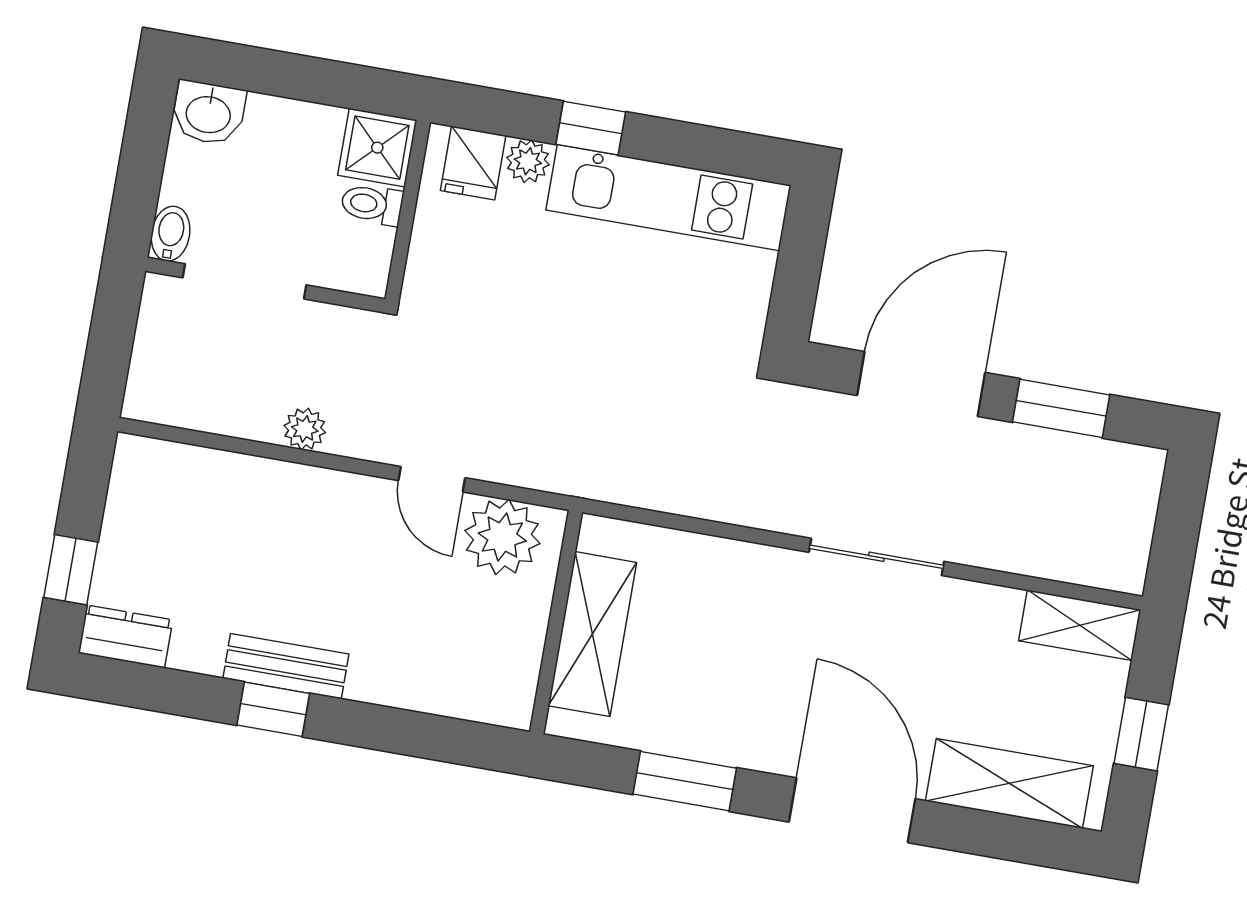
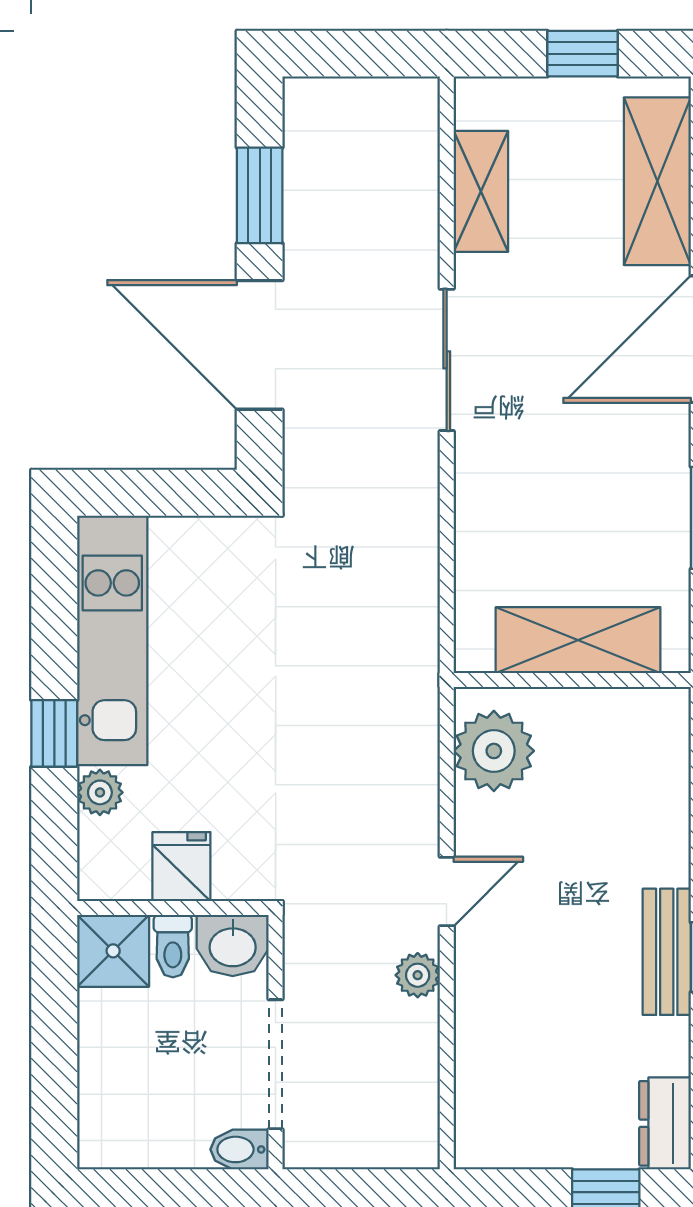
washbasin: (209, 113) -> (233, 945), moved, turned 90
fridge: (473, 163) -> (181, 867), moved, turned -90
door: (432, 479) -> (447, 891), moved
shelving: (1080, 625) -> (481, 191), moved

